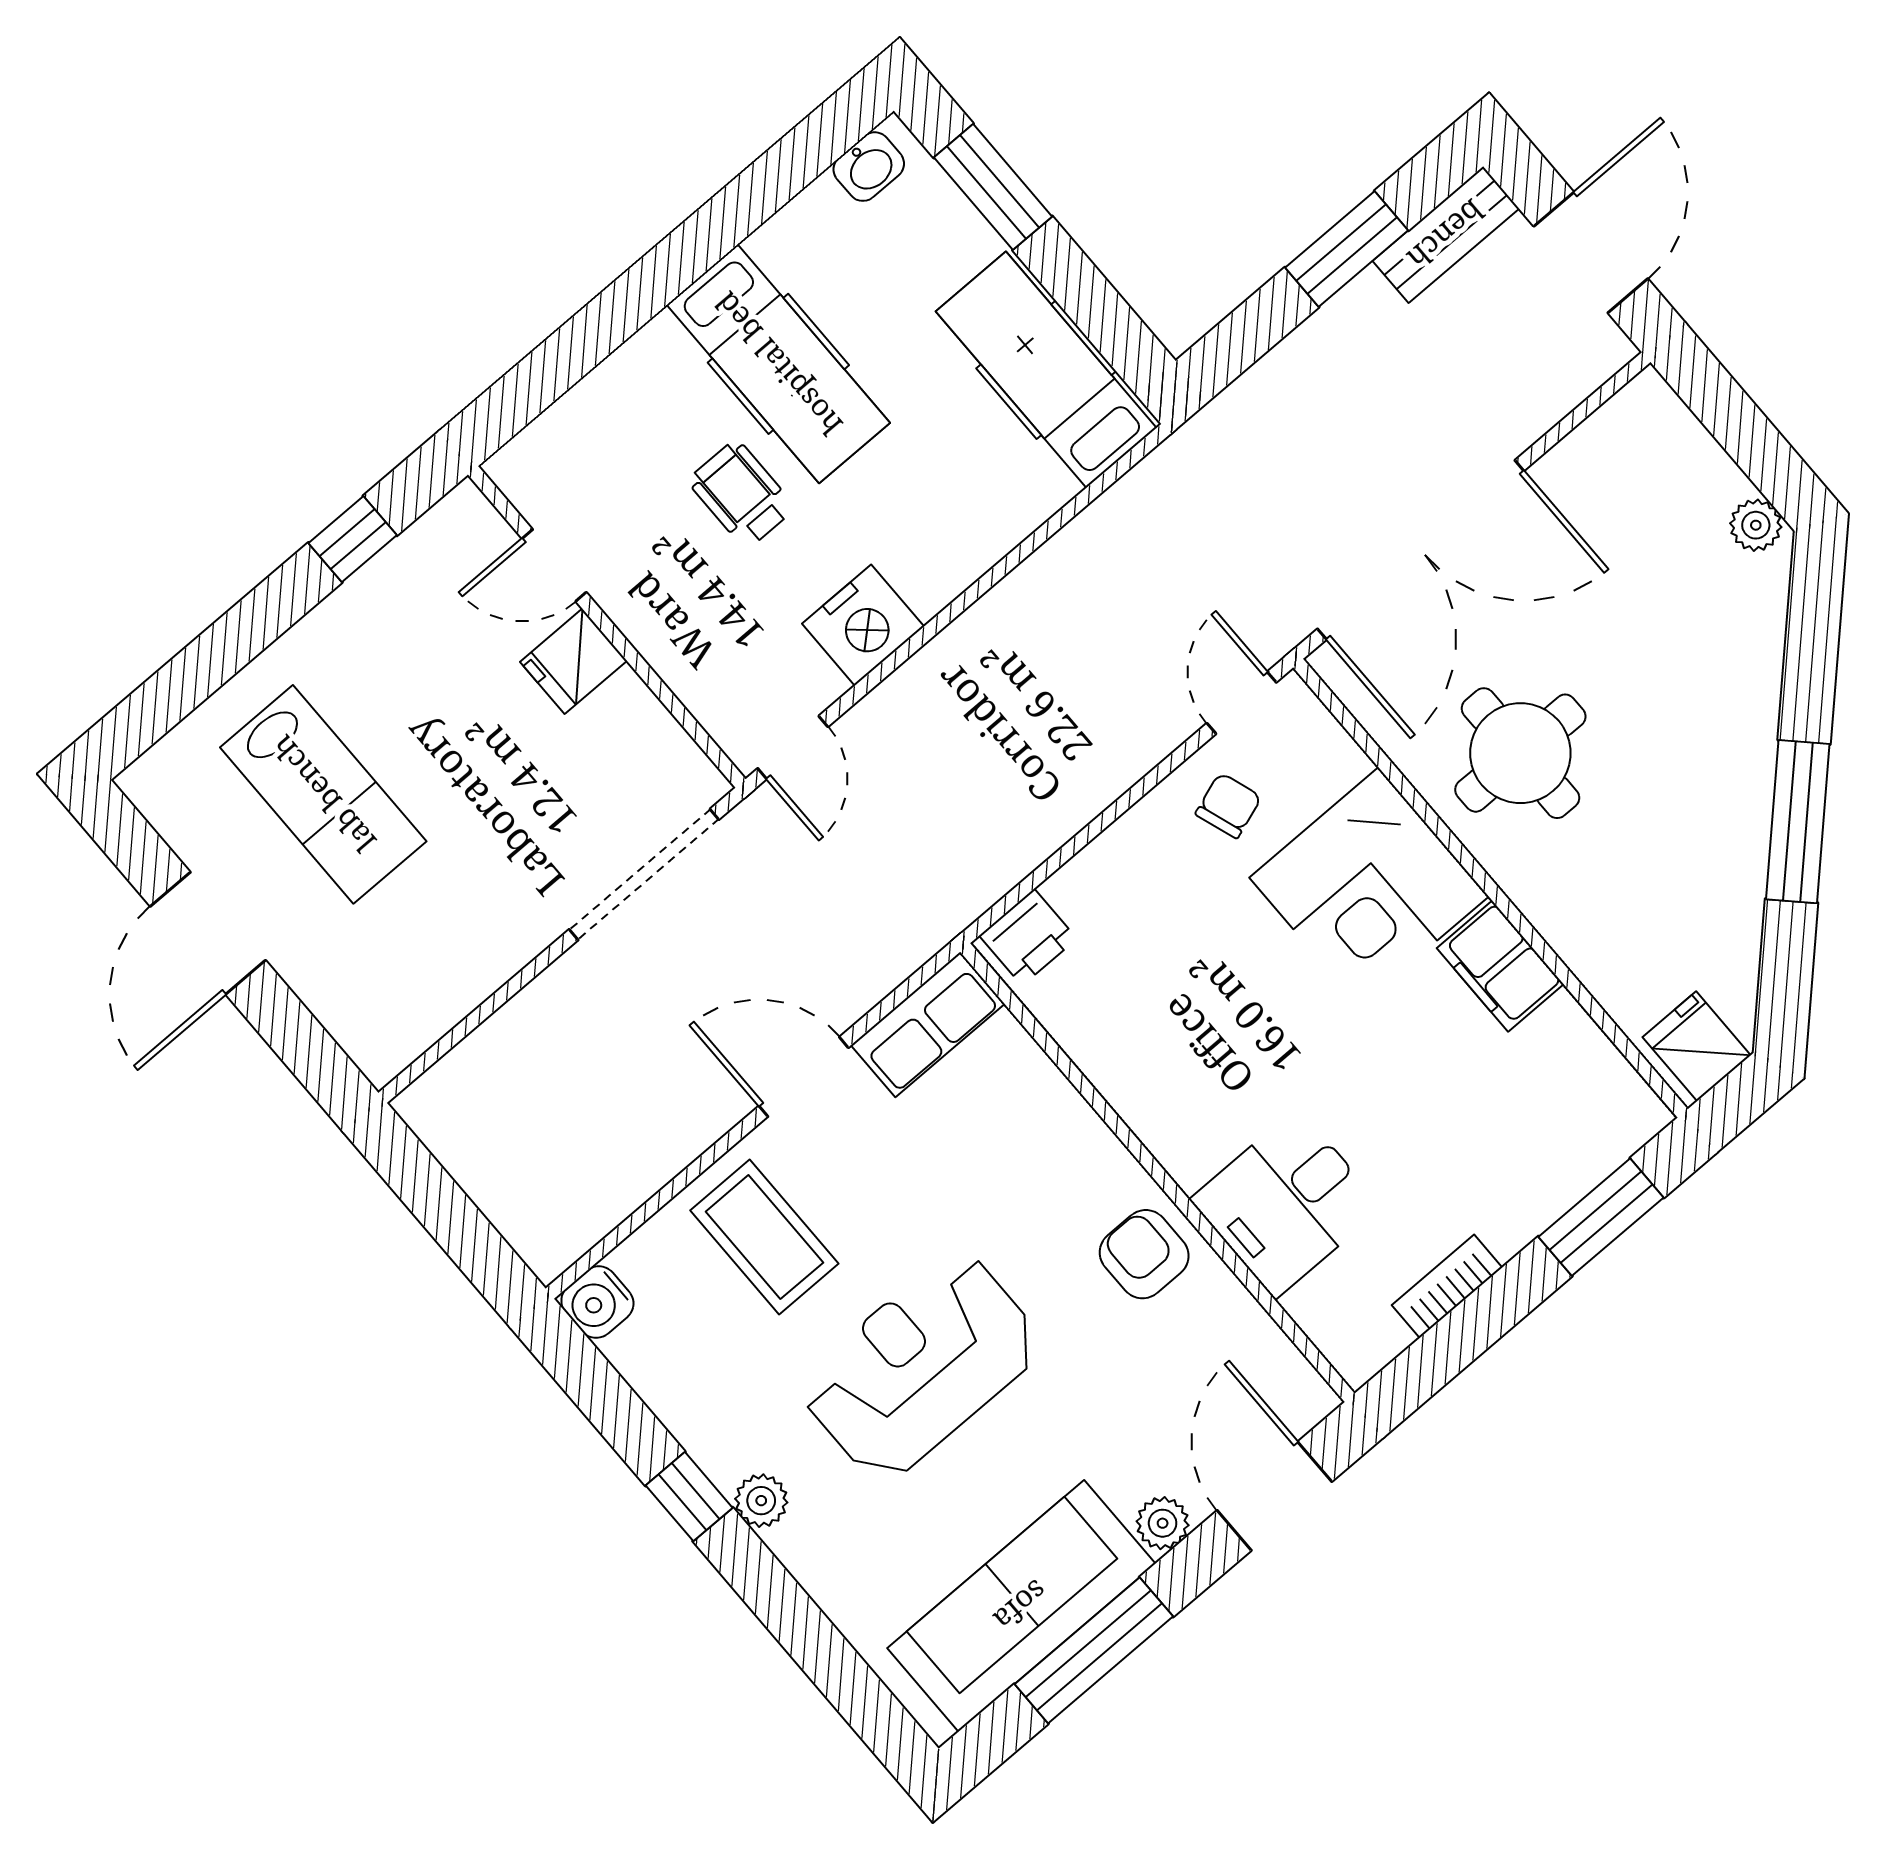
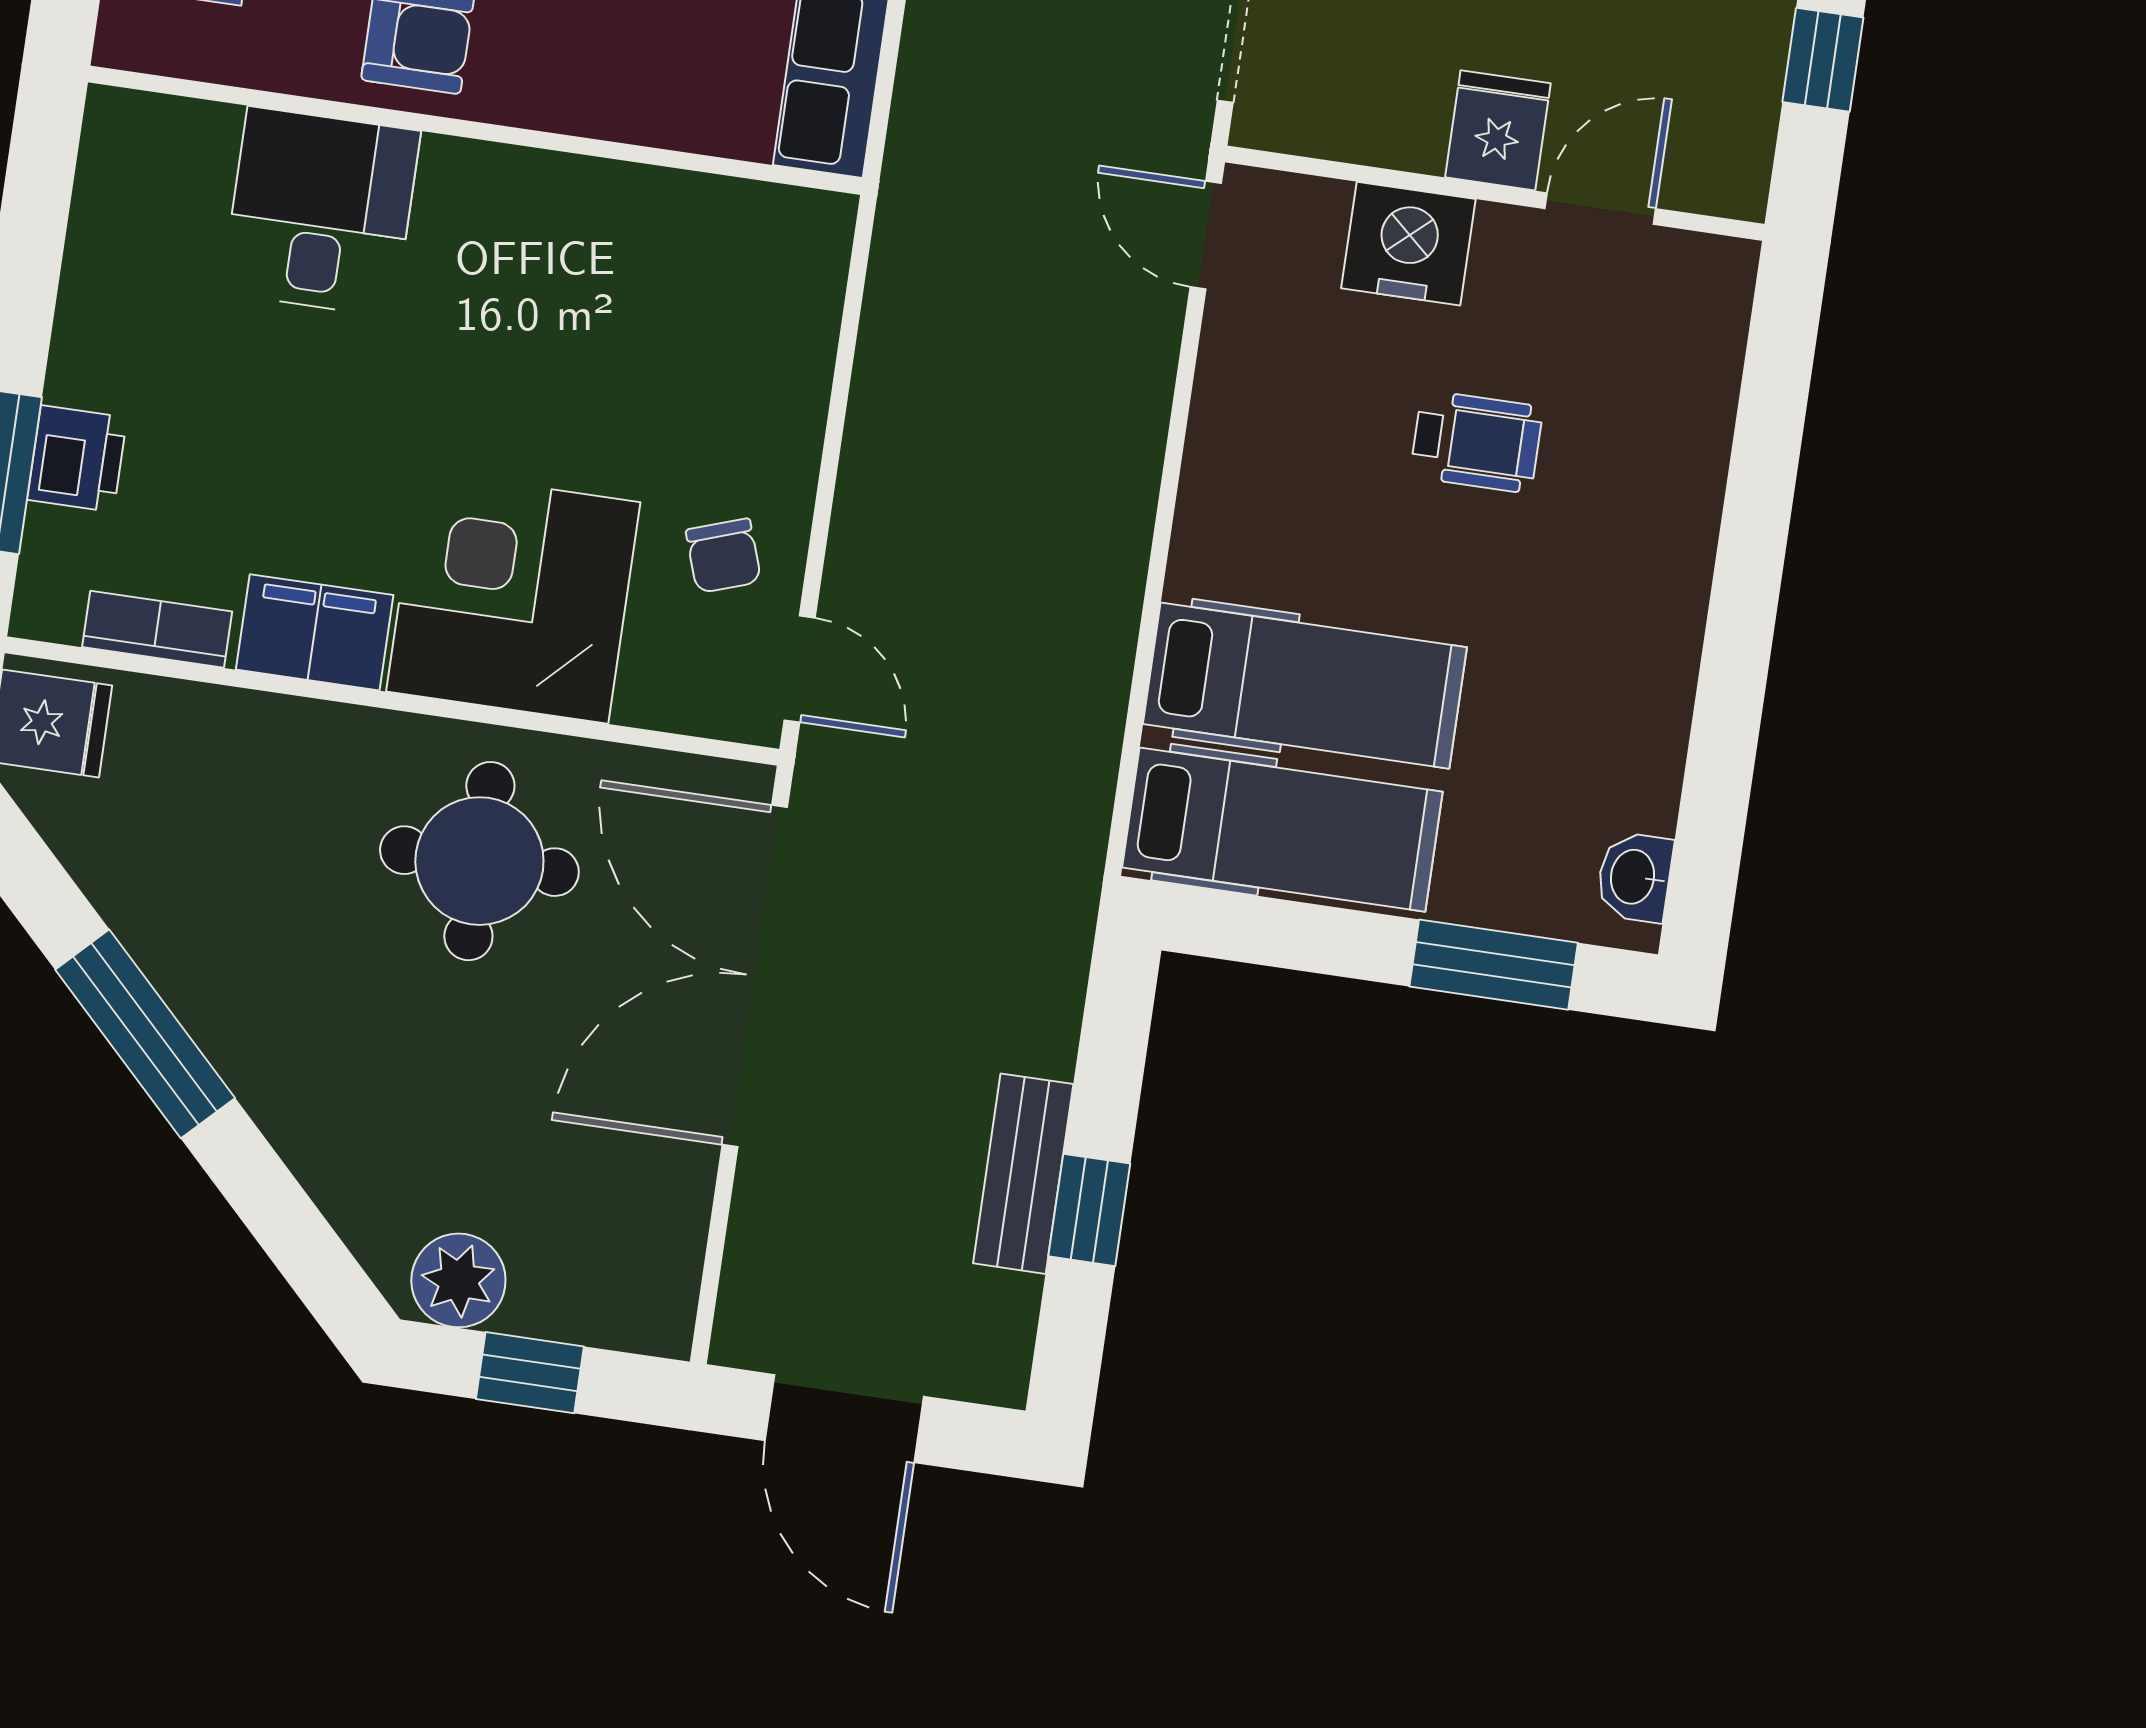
bench: (1446, 235) -> (1023, 1174), moved
window: (1347, 249) -> (1089, 1210), width x0.67
hospital bed: (778, 364) -> (1305, 686), moved, turned 180
window: (1747, 436) -> (530, 1373), added
plant: (1756, 525) -> (458, 1280), width x1.38, depth x1.38
nightstand: (863, 625) -> (1408, 244), moved, turned 90
printer: (1028, 937) -> (77, 459), moved, turned 180
bookcase: (1447, 1286) -> (157, 629), moved, turned -90

